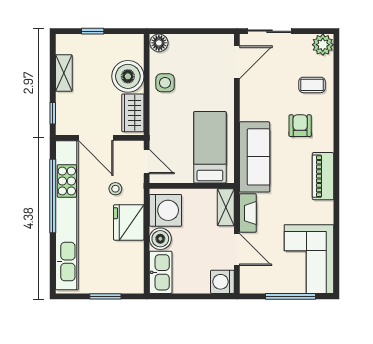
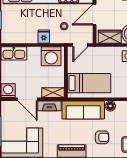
floor lamp: (248, 112) -> (110, 106), added
fridge: (129, 222) -> (44, 37), width x0.53, depth x0.75
boiler: (160, 239) -> (34, 53), removed
door: (237, 250) -> (28, 99), hinge flipped

